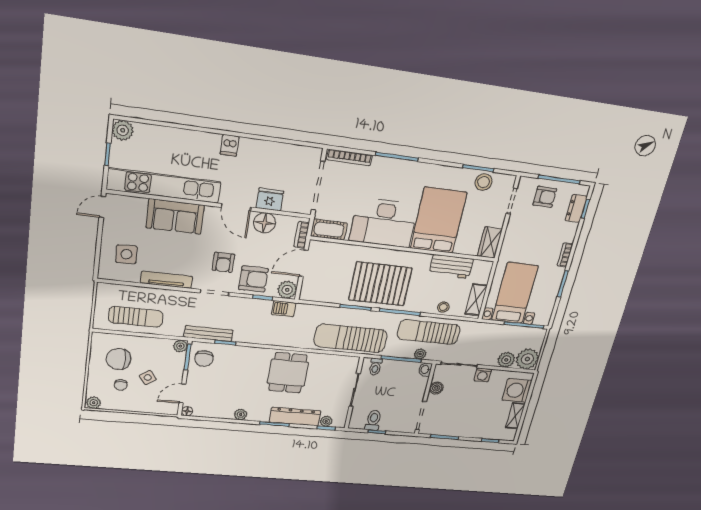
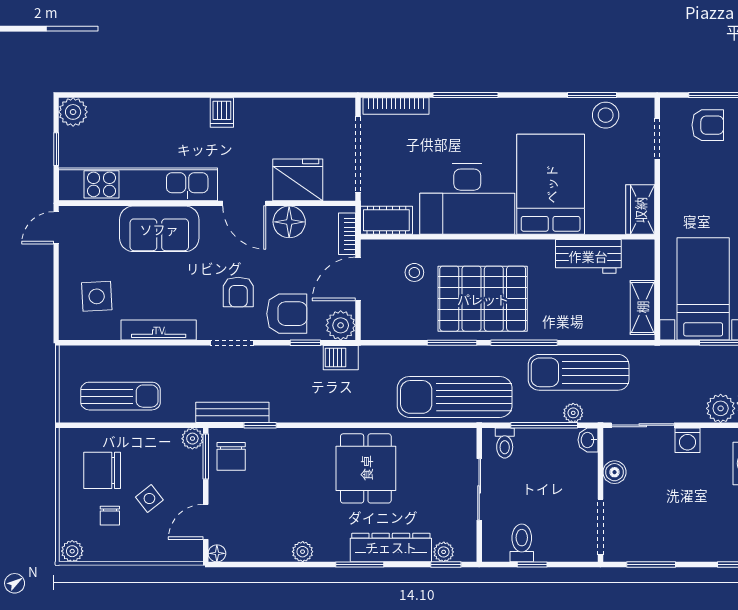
fridge: (270, 200) -> (298, 180), width x1.36, depth x1.34
stool: (443, 307) -> (414, 272), moved

